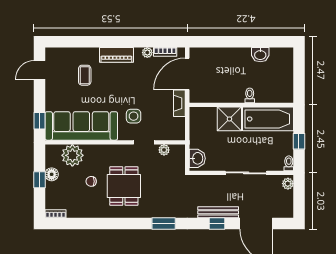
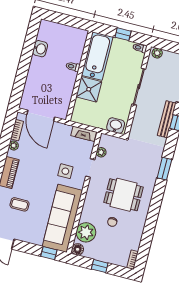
fireplace: (179, 103) -> (84, 134), moved
floor lamp: (52, 174) -> (78, 249), moved

